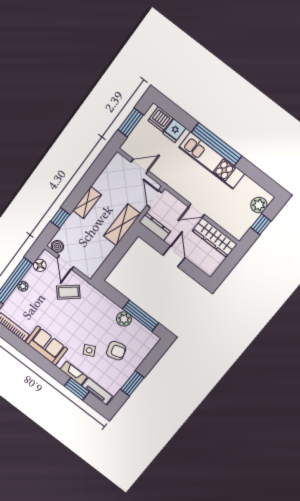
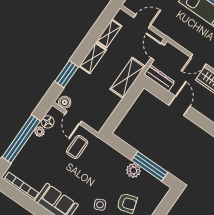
shelving: (105, 178) -> (109, 34), added
window: (60, 218) -> (67, 74), width x1.50
plant: (23, 286) -> (40, 132), moved
coffee table: (68, 292) -> (77, 147), turned -49

